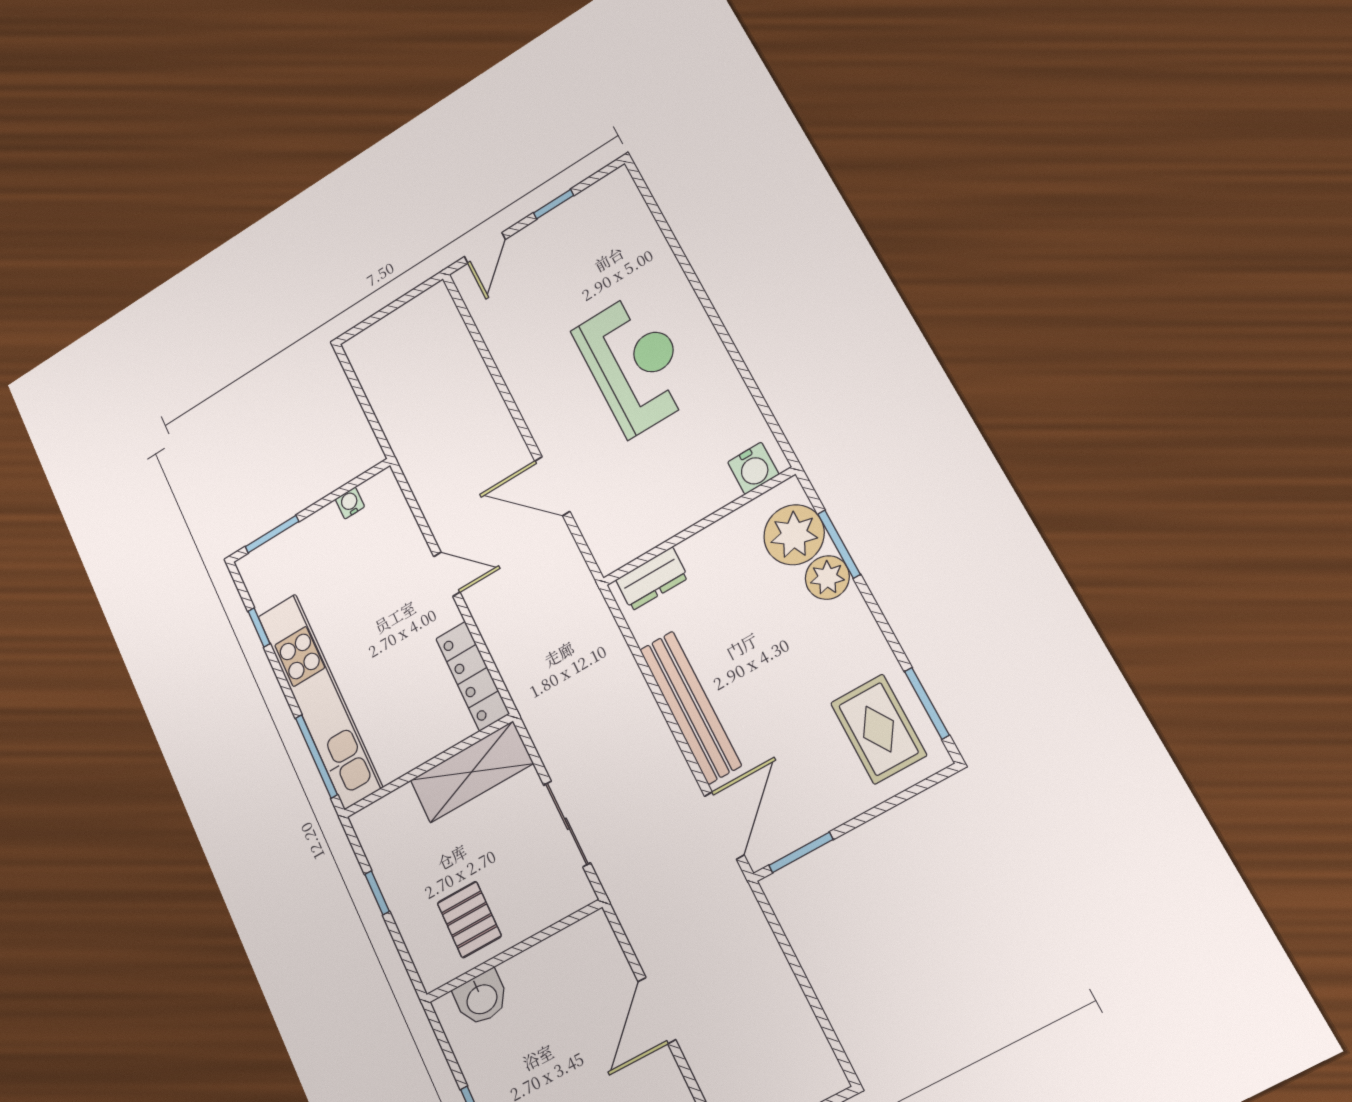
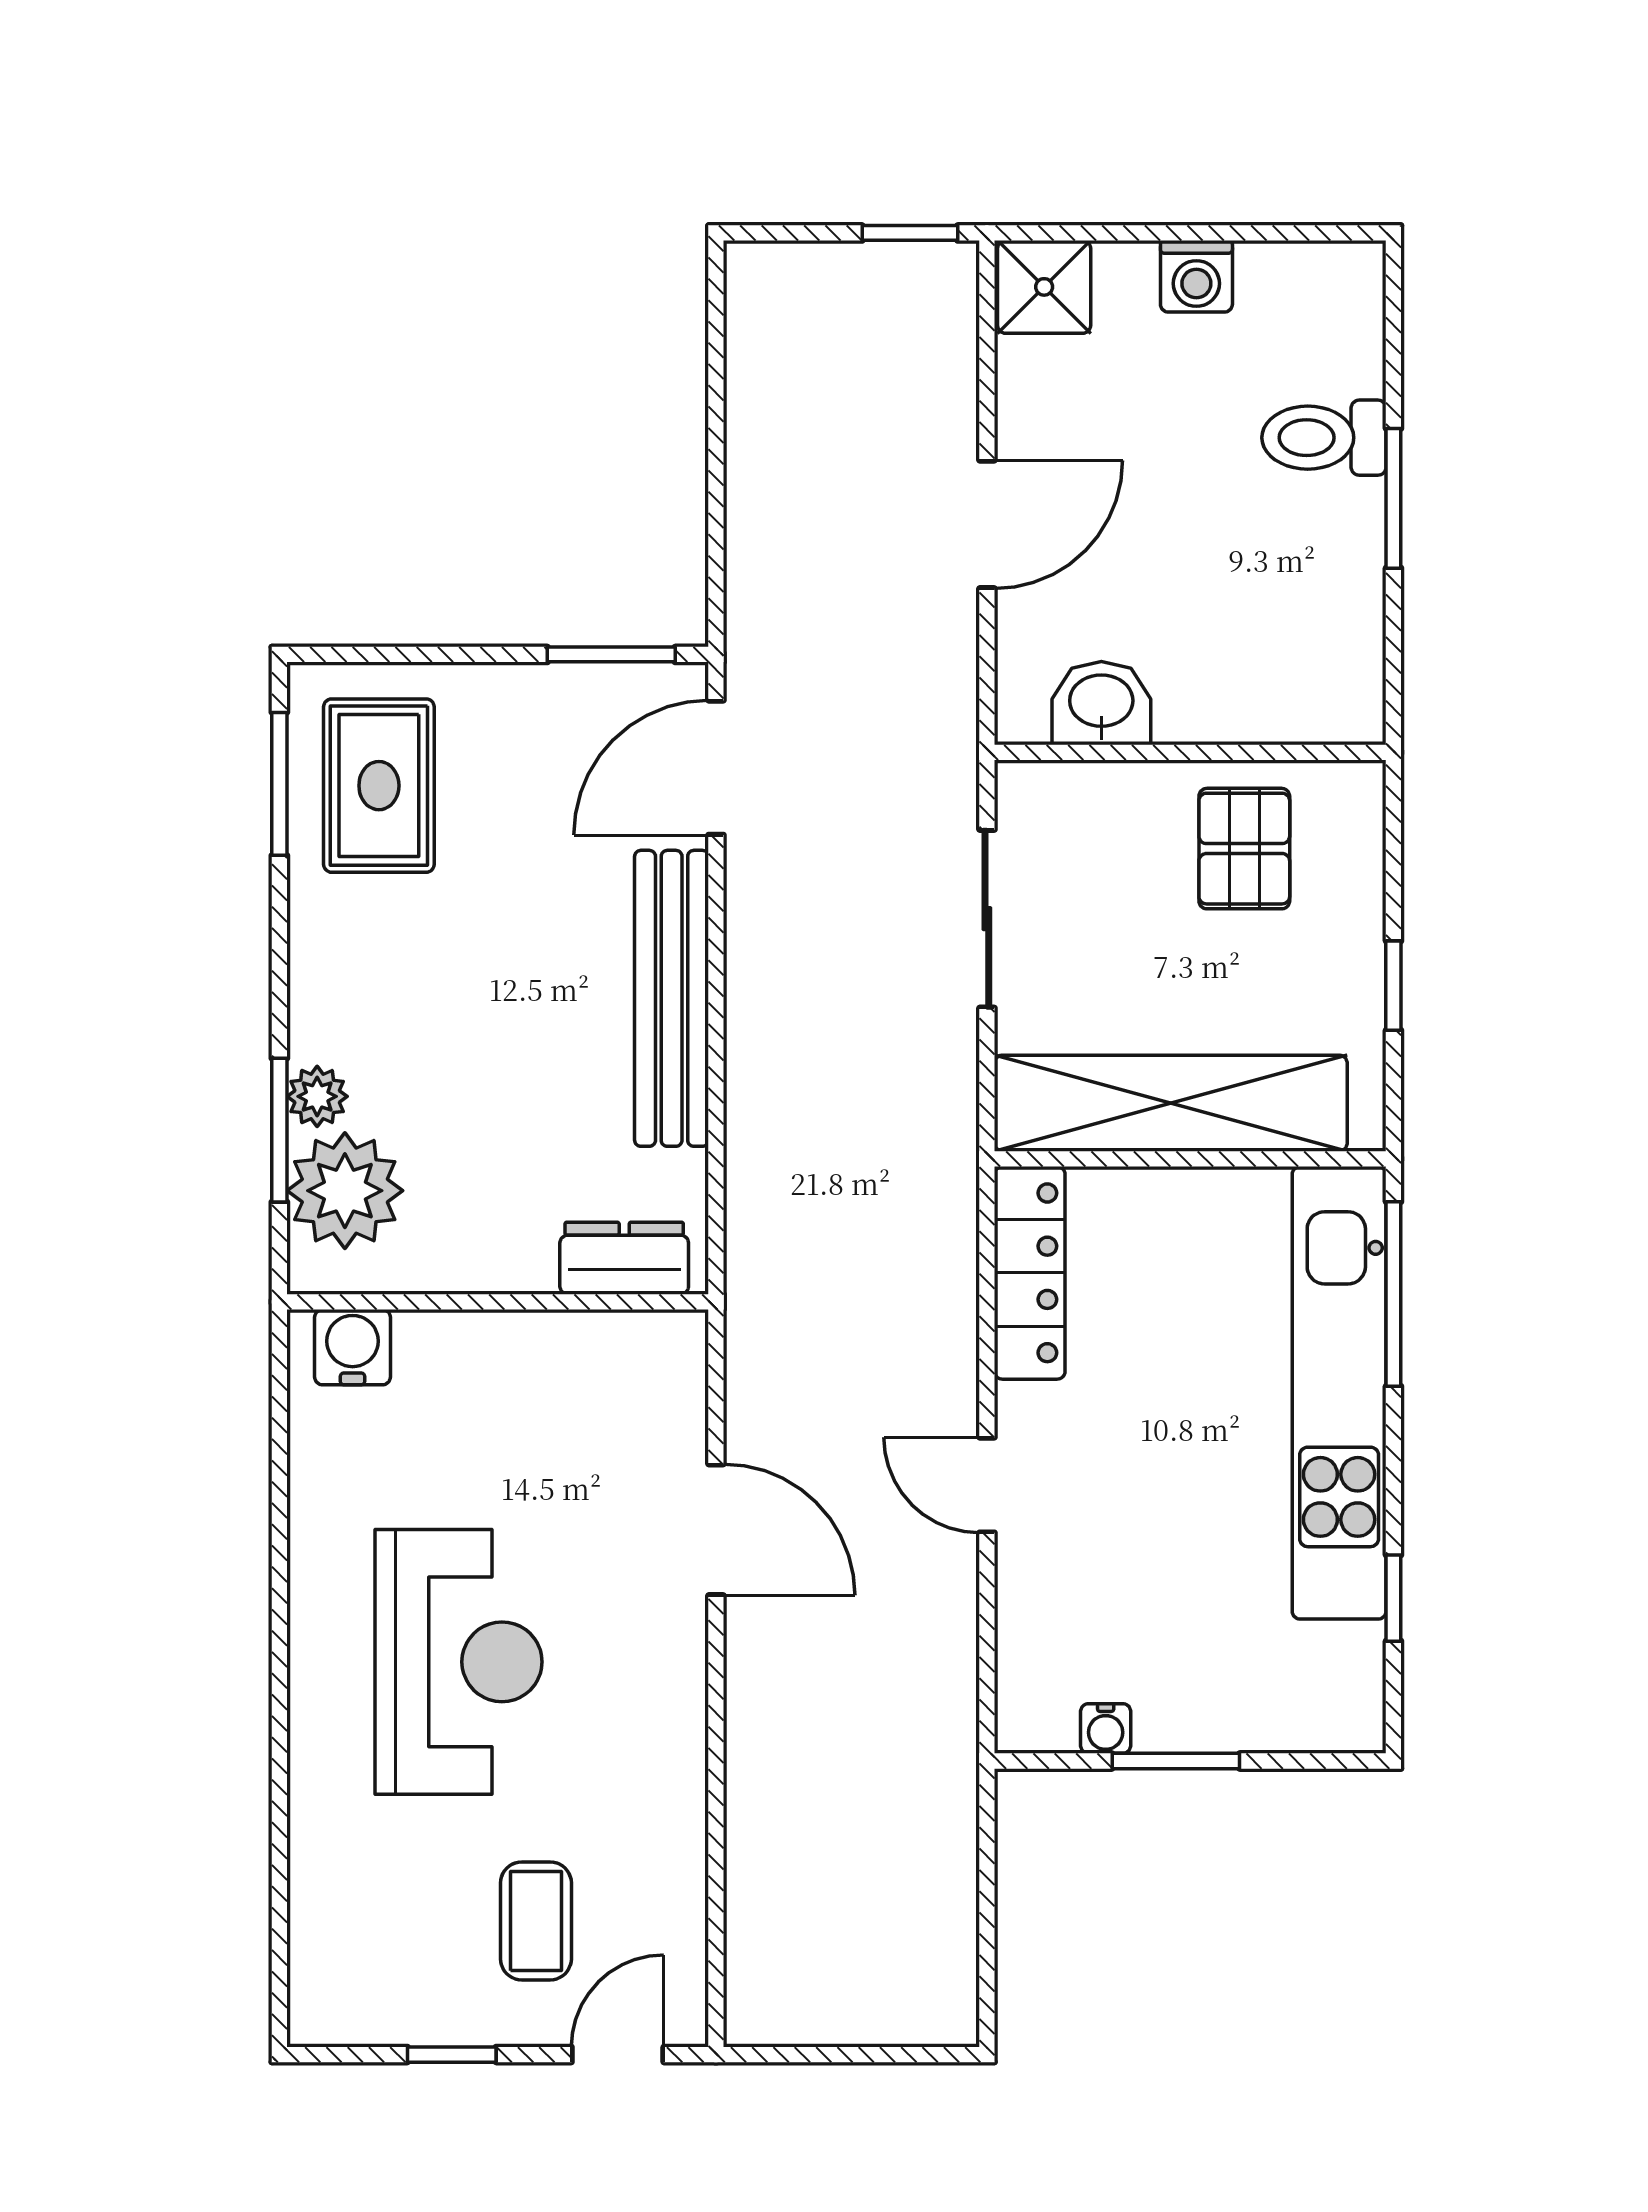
coffee table: (546, 279) -> (536, 1921), added
reception desk: (635, 364) -> (459, 1662), turned 180
window: (272, 534) -> (1176, 1761), moved
plant: (827, 577) -> (317, 1096), width x0.73, depth x0.73
shelving: (472, 772) -> (1171, 1103), width x1.47
washbasin: (481, 998) -> (1101, 703), moved

